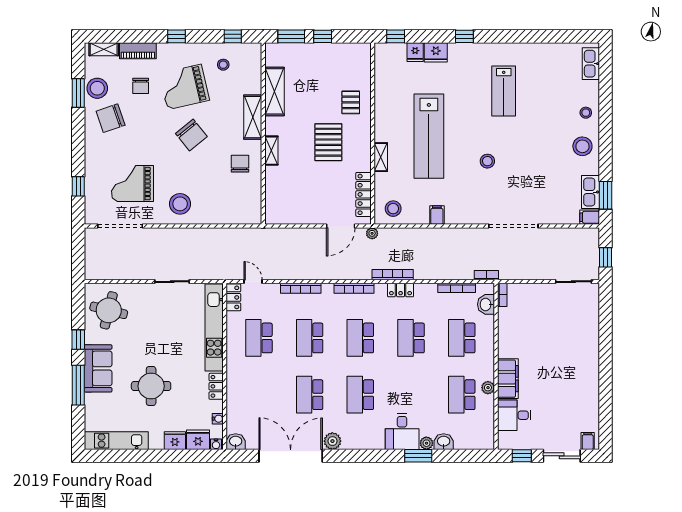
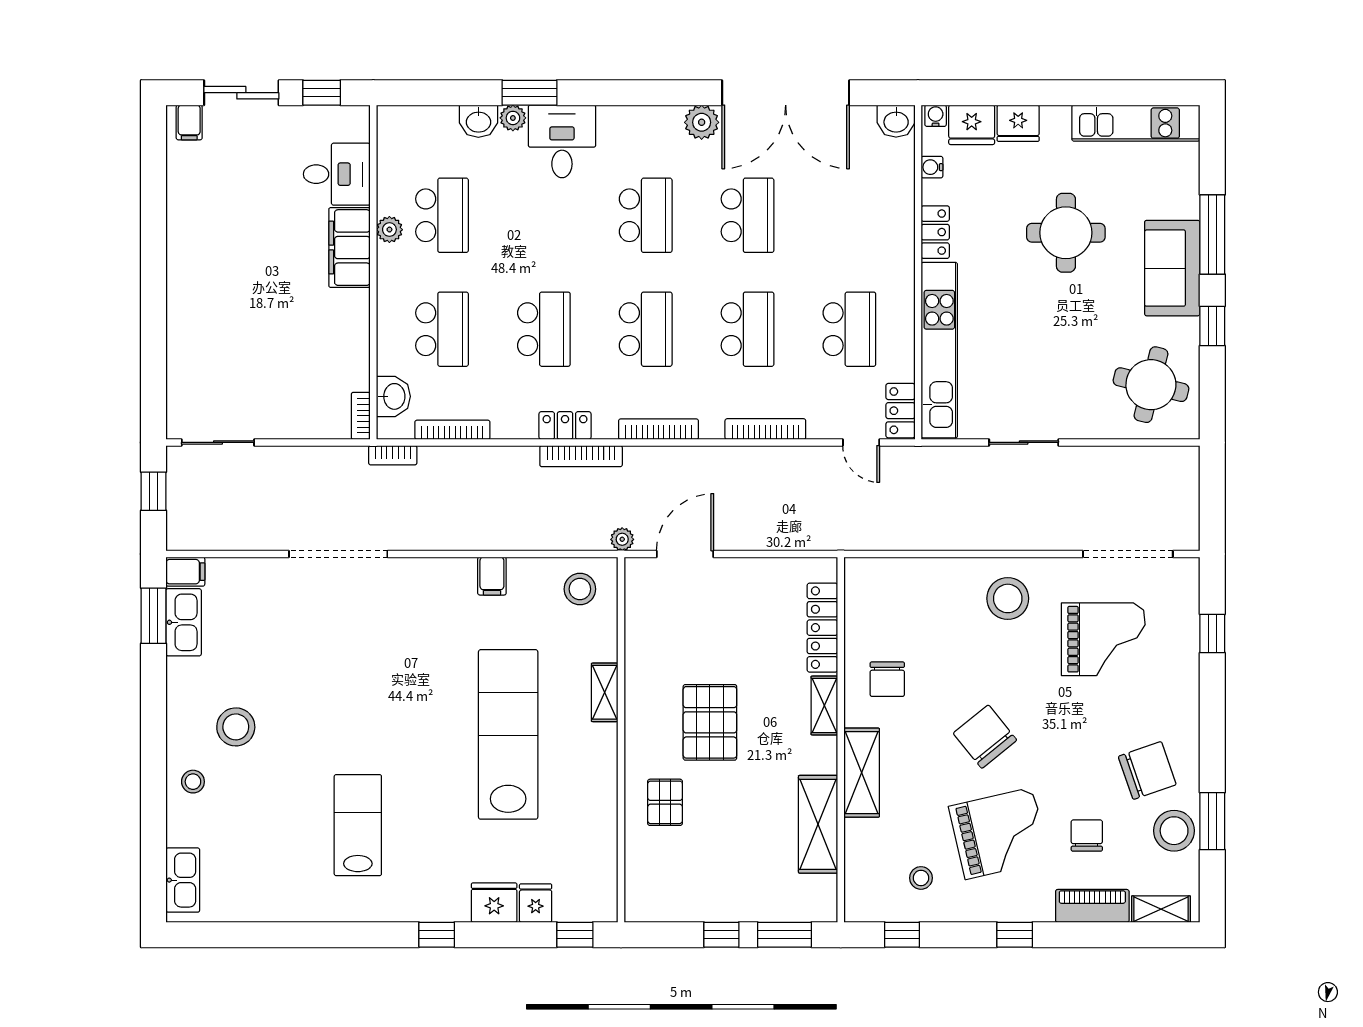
stool: (582, 146) -> (236, 727), moved
stool: (487, 161) -> (391, 684), removed
locker: (364, 194) -> (822, 628), moved, turned 180

